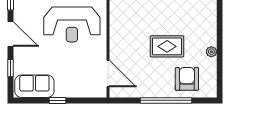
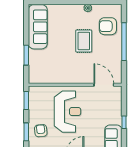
door: (108, 73) -> (104, 85), hinge flipped

